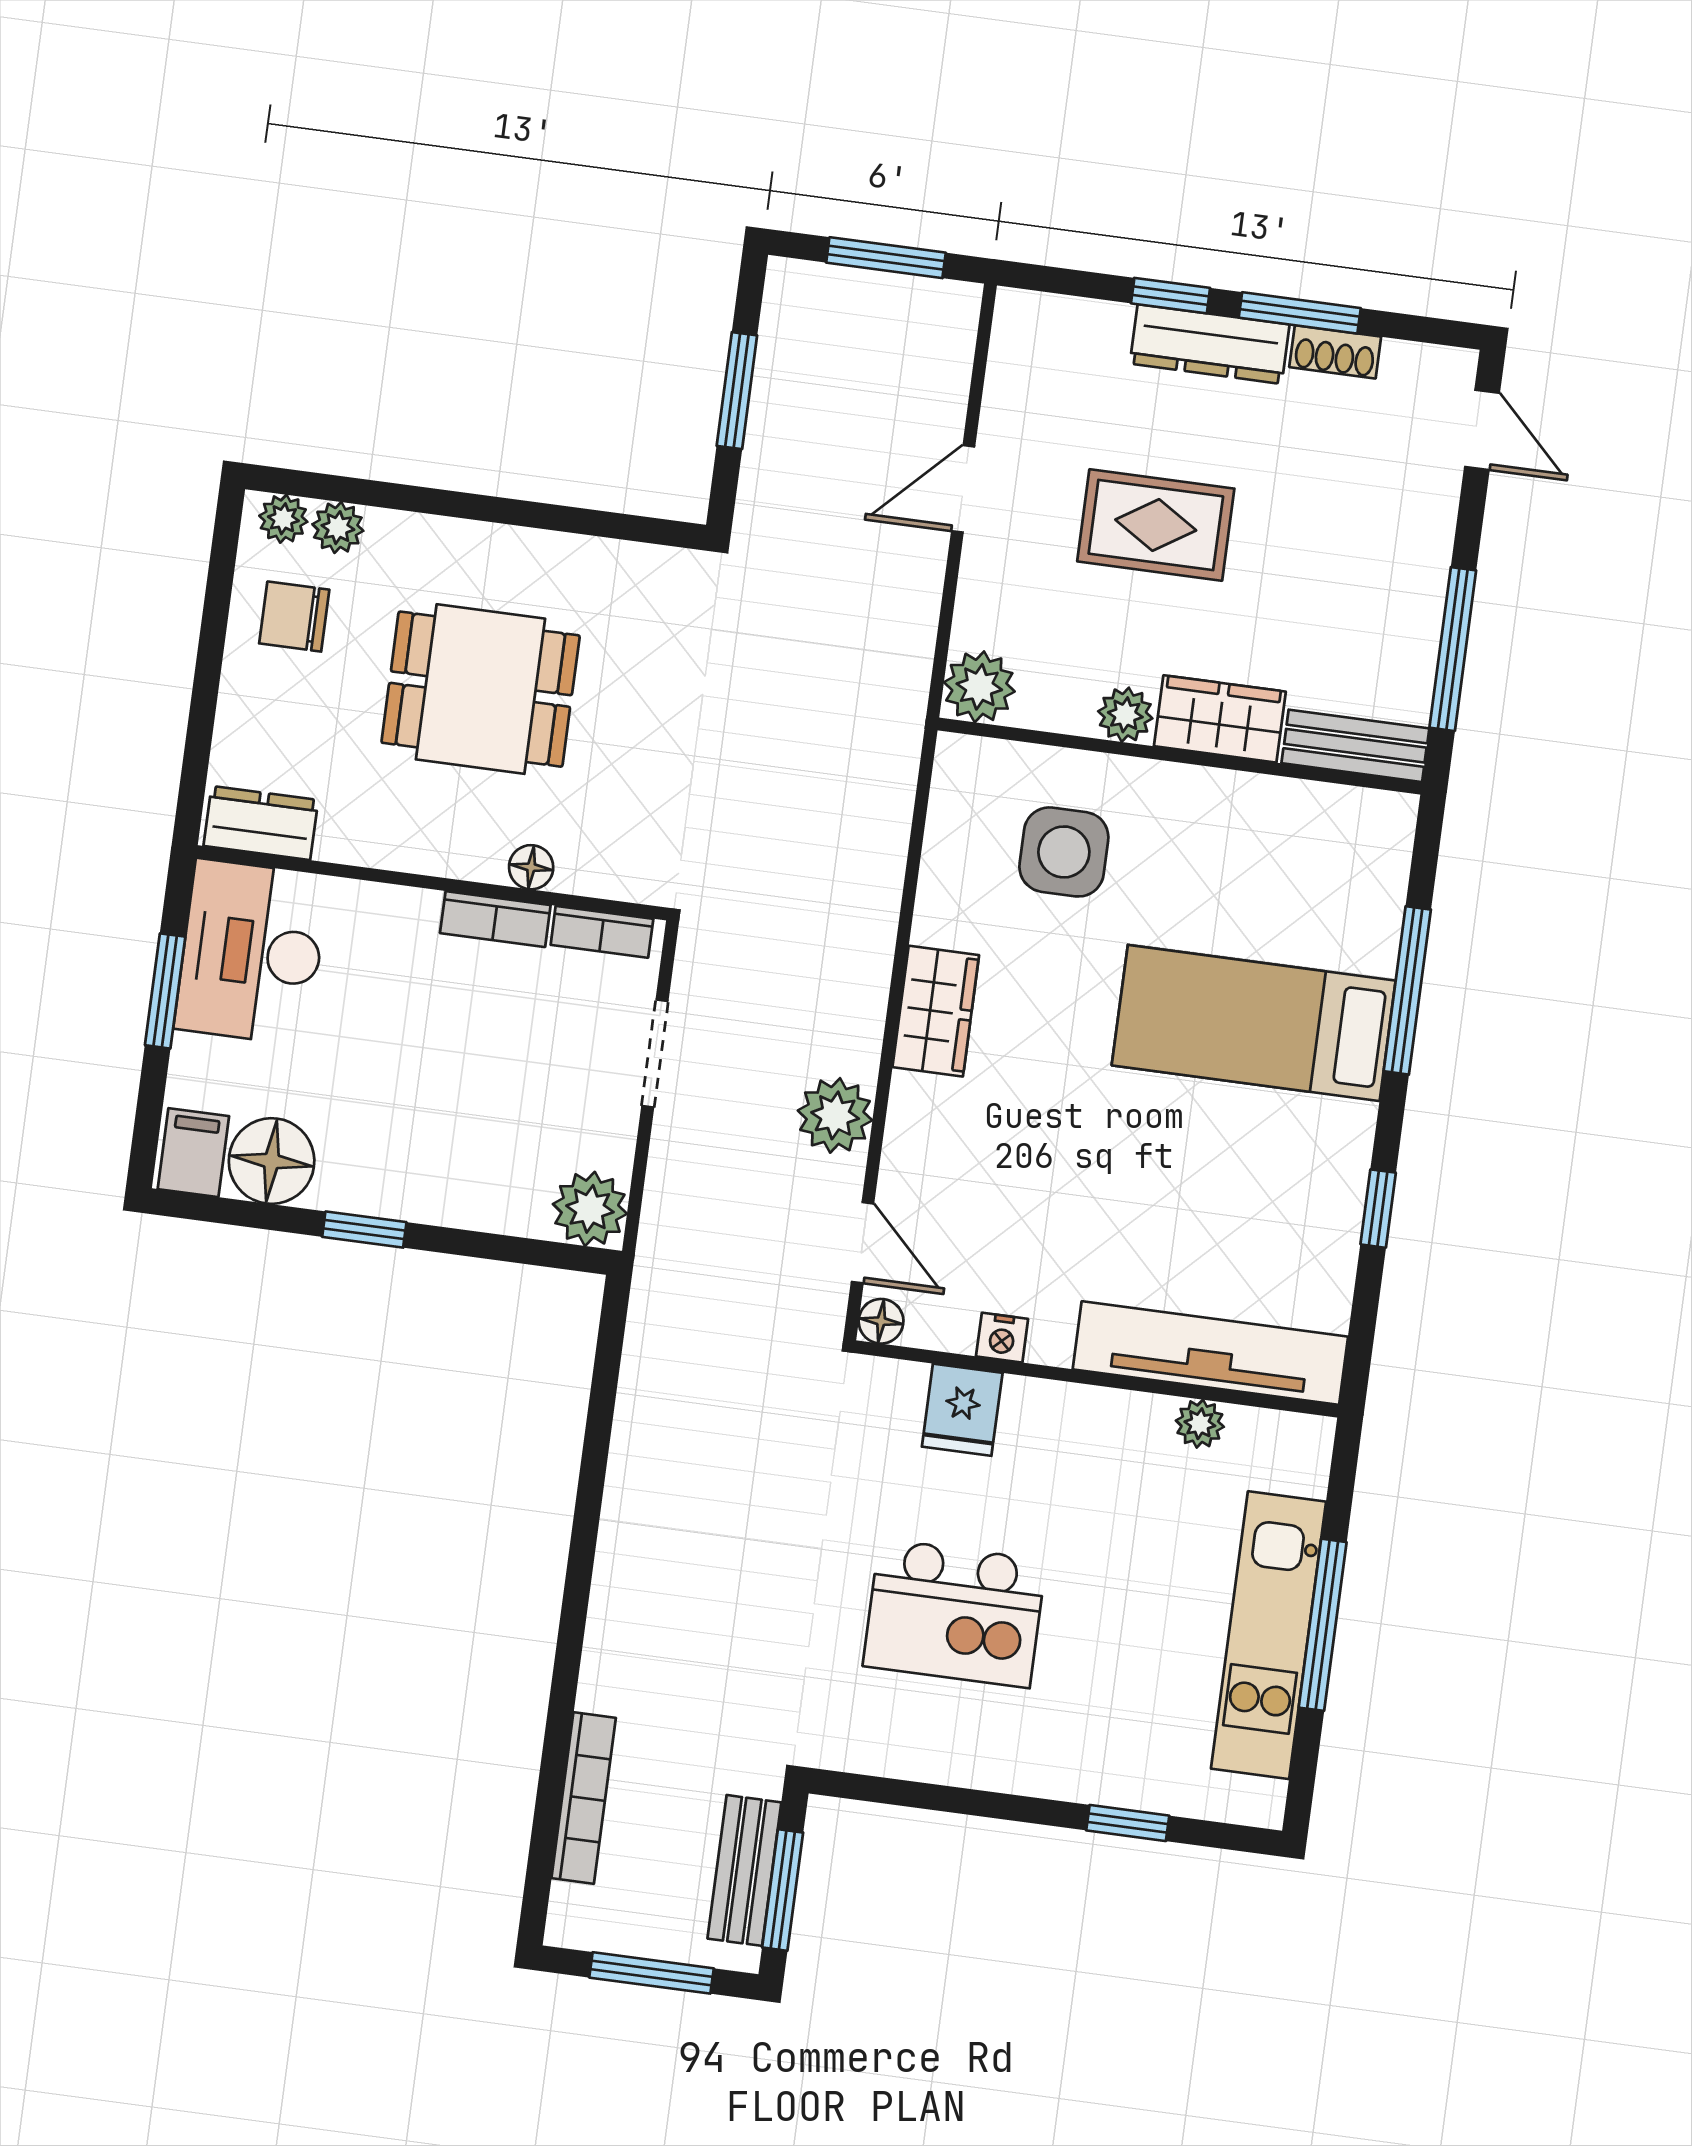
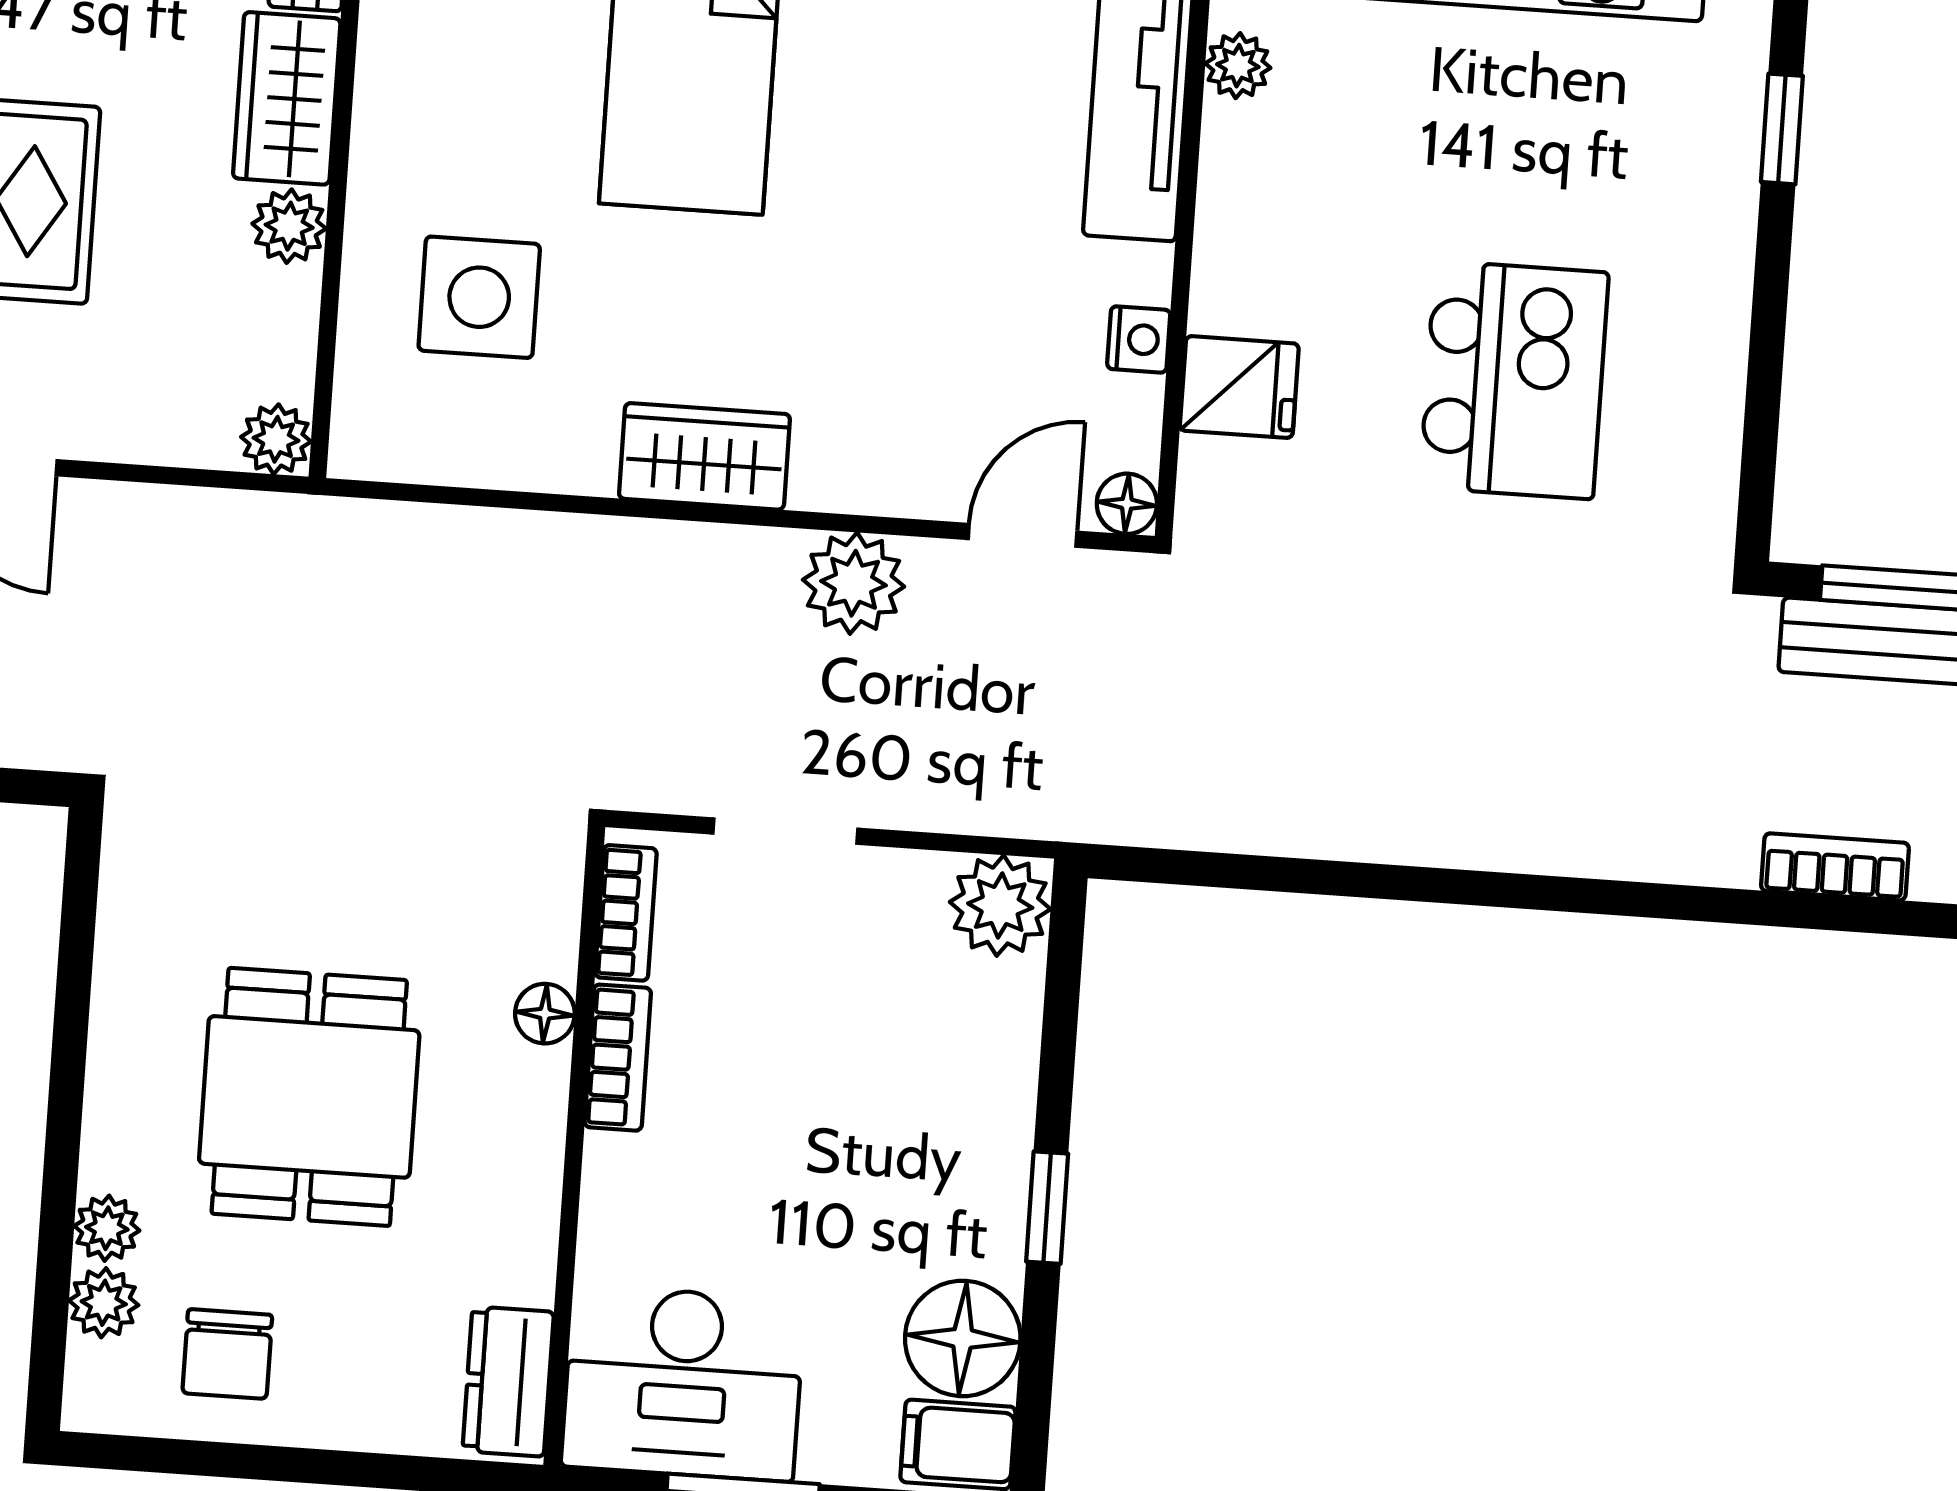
plant: (283, 519) -> (107, 1228), moved
plant: (979, 687) -> (276, 439), width x0.73, depth x0.73
bookcase: (584, 1798) -> (1835, 867), width x0.64

